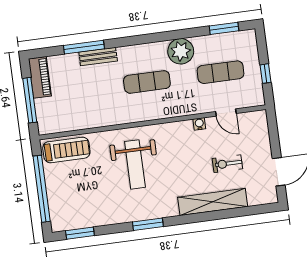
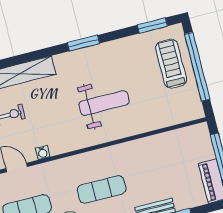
treadmill: (66, 150) -> (171, 64), moved, turned 90
weight bench: (135, 164) -> (104, 103), turned 90

